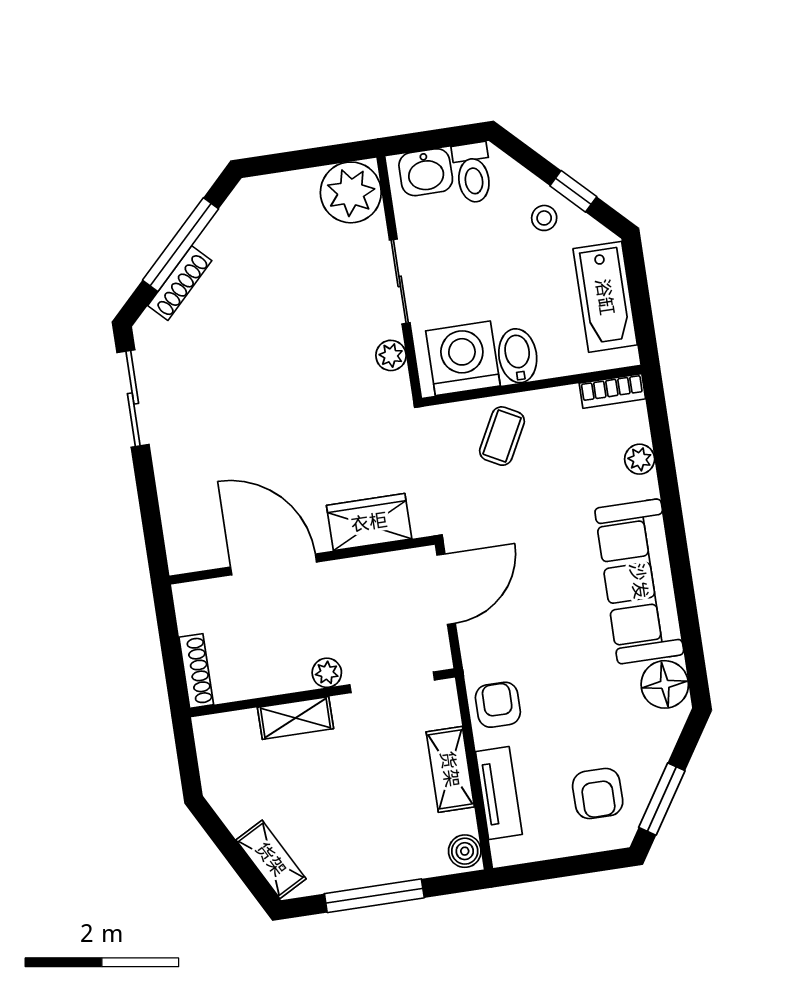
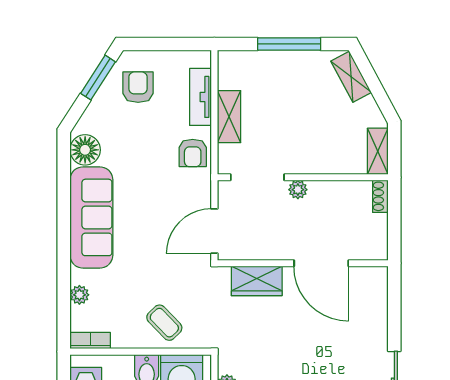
coffee table: (502, 436) -> (164, 323), turned -72
shoe rack: (196, 671) -> (380, 196), width x0.70
shelving: (295, 718) -> (378, 151), moved, turned 90
boiler: (465, 851) -> (228, 63), removed

